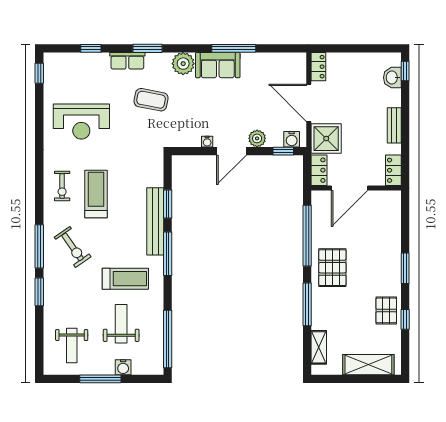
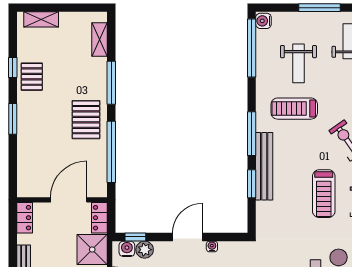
plant: (257, 138) -> (145, 250), moved
shelving: (368, 365) -> (41, 19), width x0.67, depth x0.75
water cooler: (123, 367) -> (263, 21), moved, turned -90

